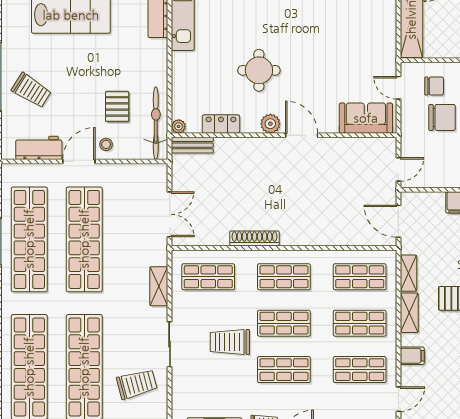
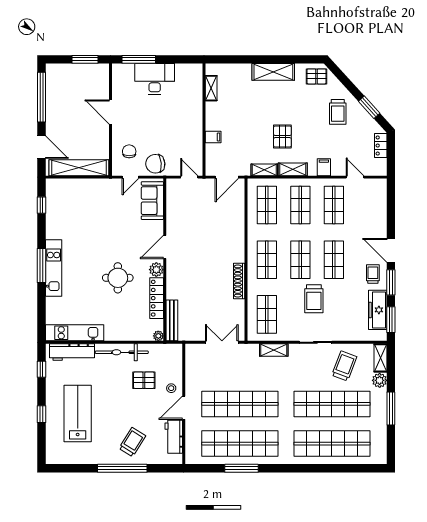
chair: (442, 117) -> (155, 164), moved, turned -95
bicycle: (156, 123) -> (122, 352), moved
locker: (221, 124) -> (157, 298), width x1.53
bench: (192, 145) -> (172, 320), width x1.36
door: (79, 162) -> (184, 408), hinge flipped
trolley: (137, 384) -> (344, 366), turned 36

